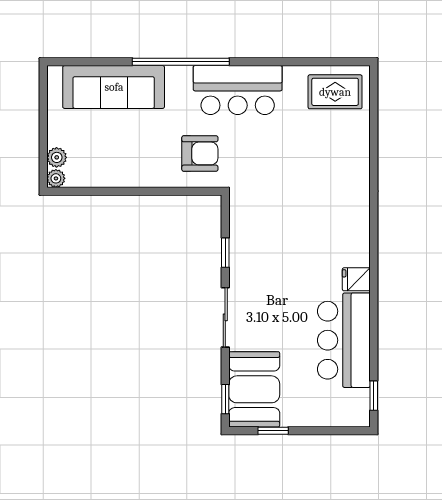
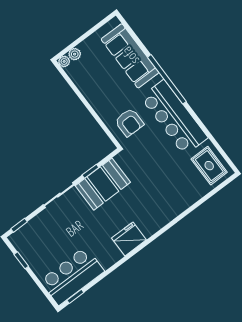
bar counter: (238, 90) -> (174, 117), width x1.36
fridge: (356, 279) -> (129, 239), width x1.88, depth x1.34
bar counter: (344, 340) -> (72, 276), moved
booth: (254, 389) -> (103, 184), moved

